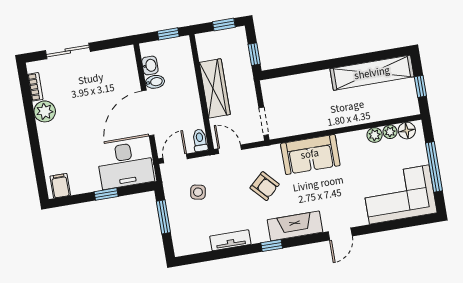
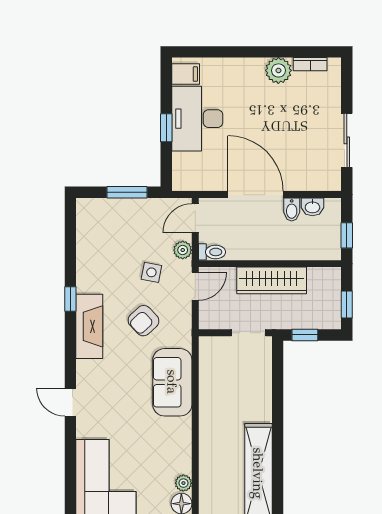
sliding door: (68, 51) -> (347, 140), moved
doorway: (264, 121) -> (249, 333), moved
plant: (375, 135) -> (183, 250), moved
door: (175, 158) -> (195, 218), swing flipped
desk: (125, 165) -> (197, 119), moved
side table: (198, 192) -> (151, 272), moved
fireplace: (295, 226) -> (89, 326), moved
tv unit: (230, 240) -> (85, 268), removed
window: (272, 246) -> (70, 299), moved

